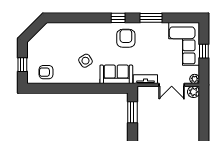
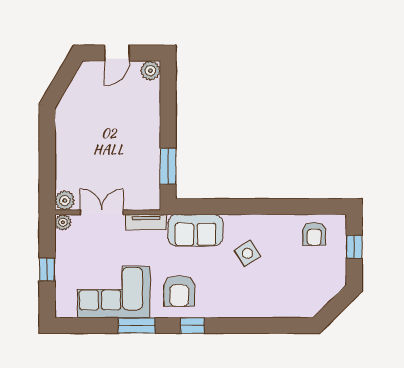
corner sofa: (184, 44) -> (114, 292), moved, turned -90
armchair: (46, 72) -> (314, 234), turned 90

